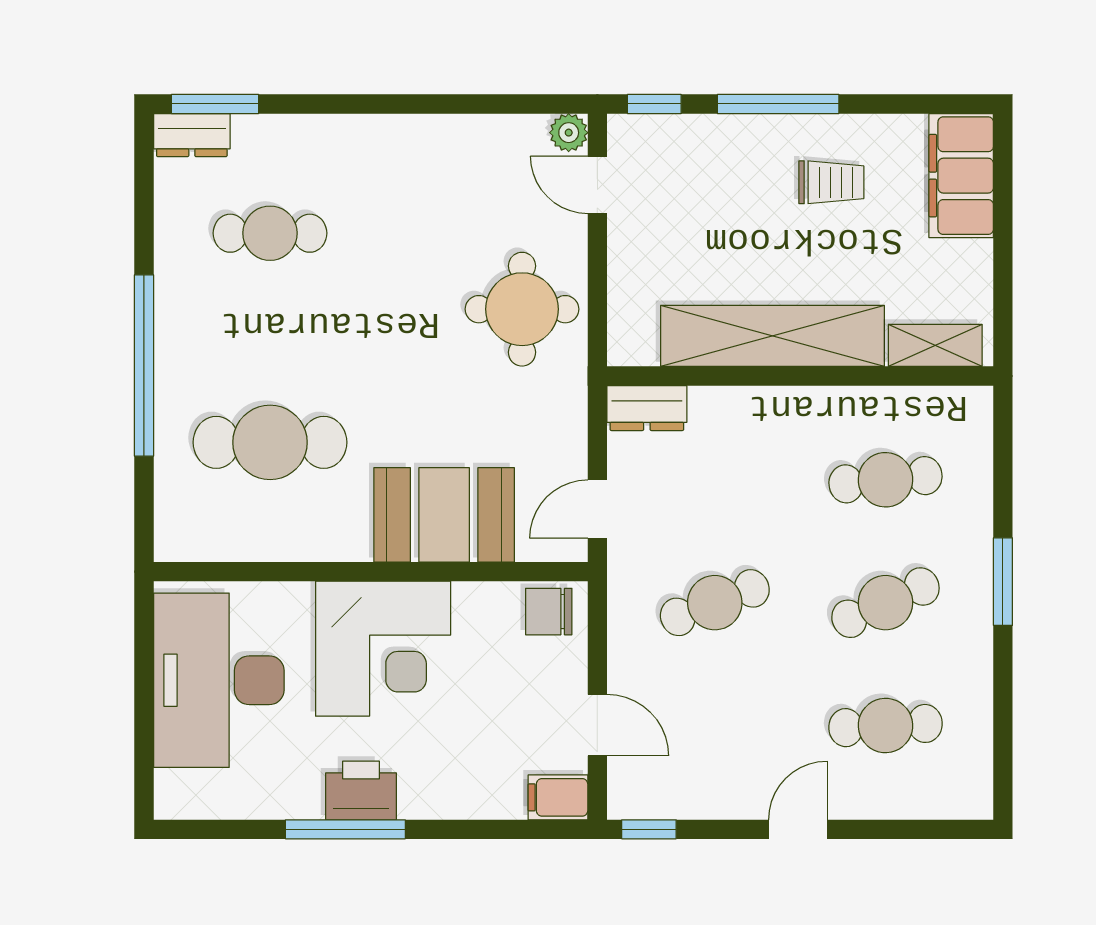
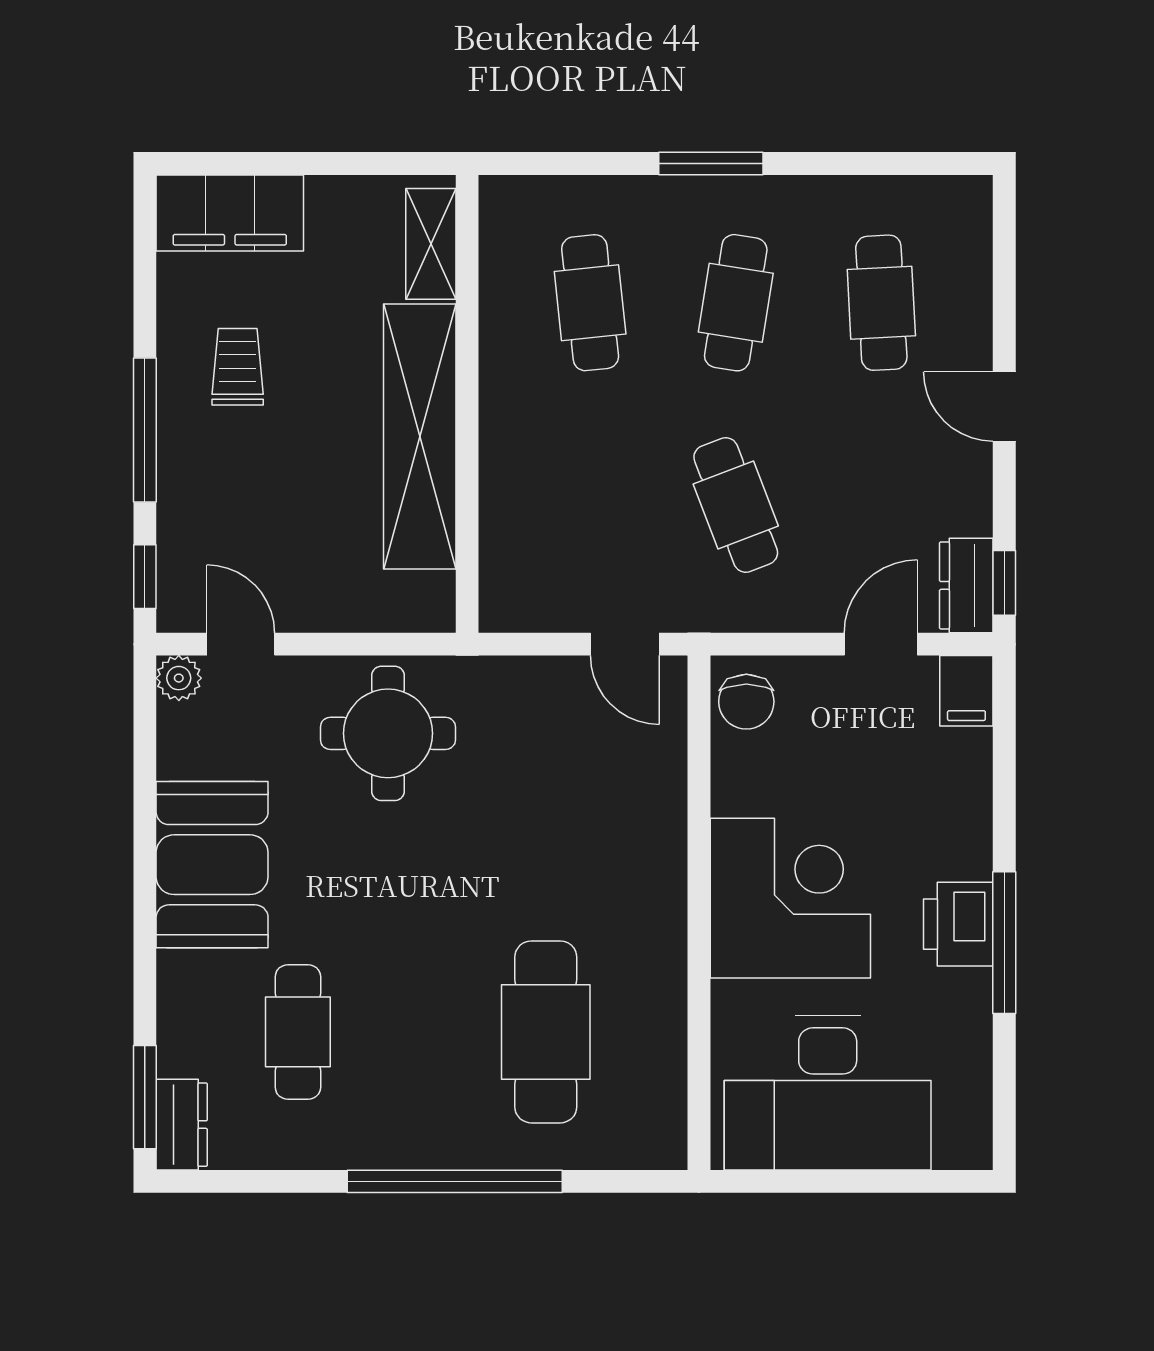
door: (597, 185) -> (241, 644), swing flipped
dresser: (647, 408) -> (966, 585), moved, turned 180
booth: (444, 515) -> (212, 865), moved
cafe table: (885, 603) -> (736, 303), turned 33

